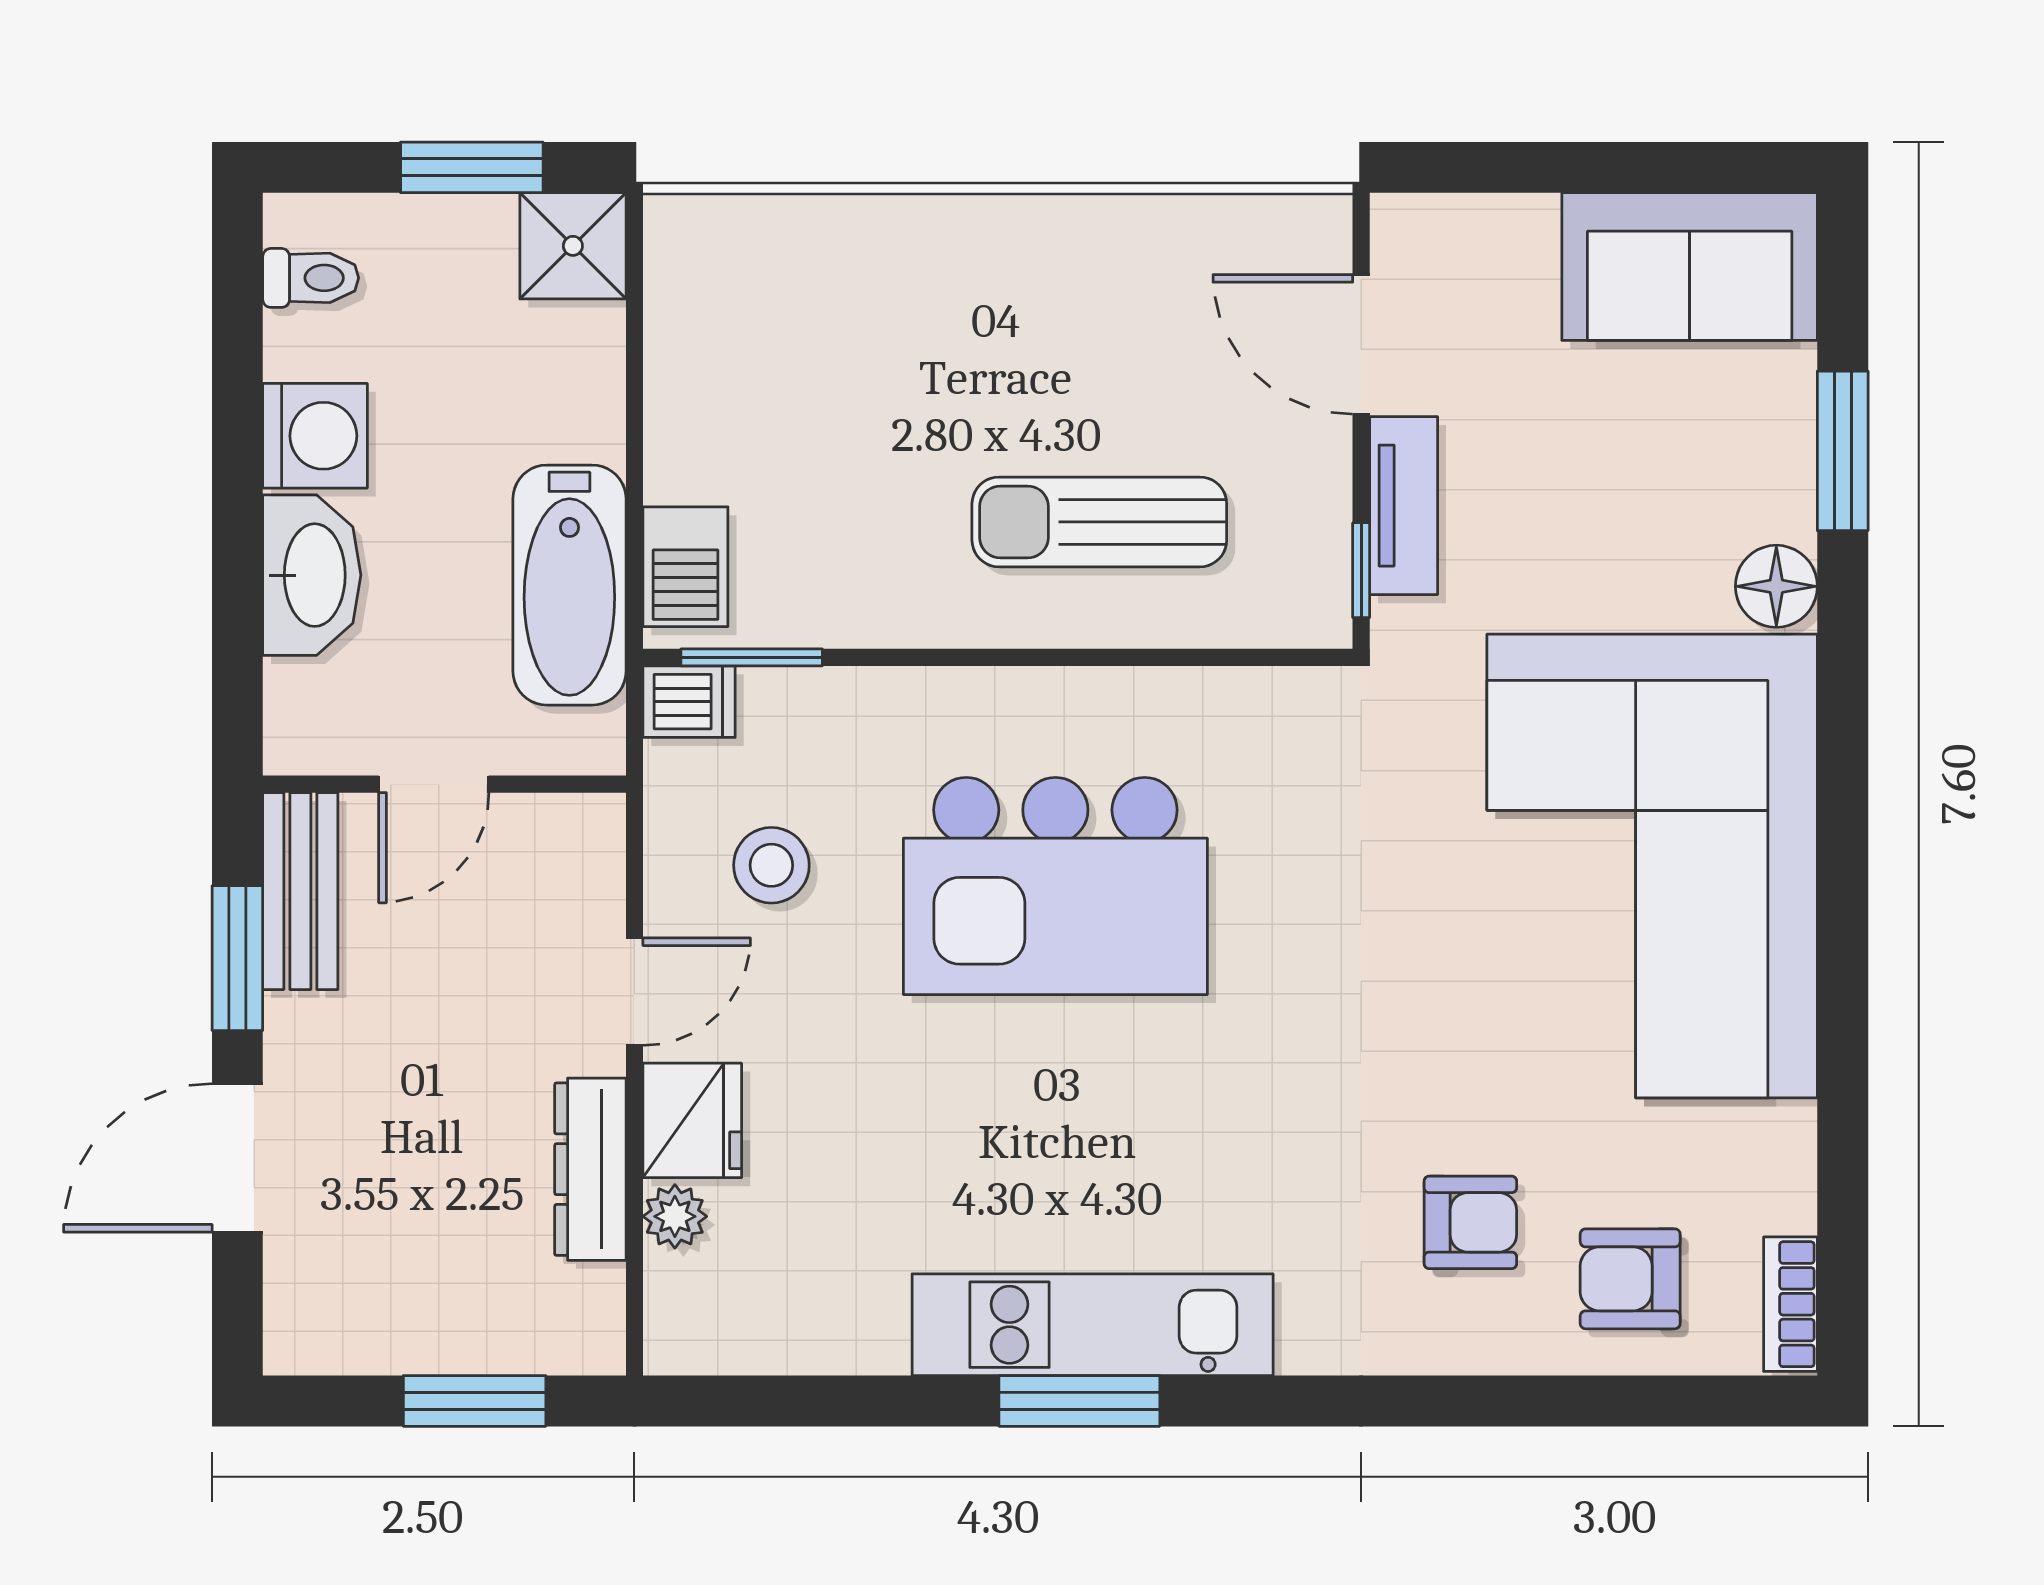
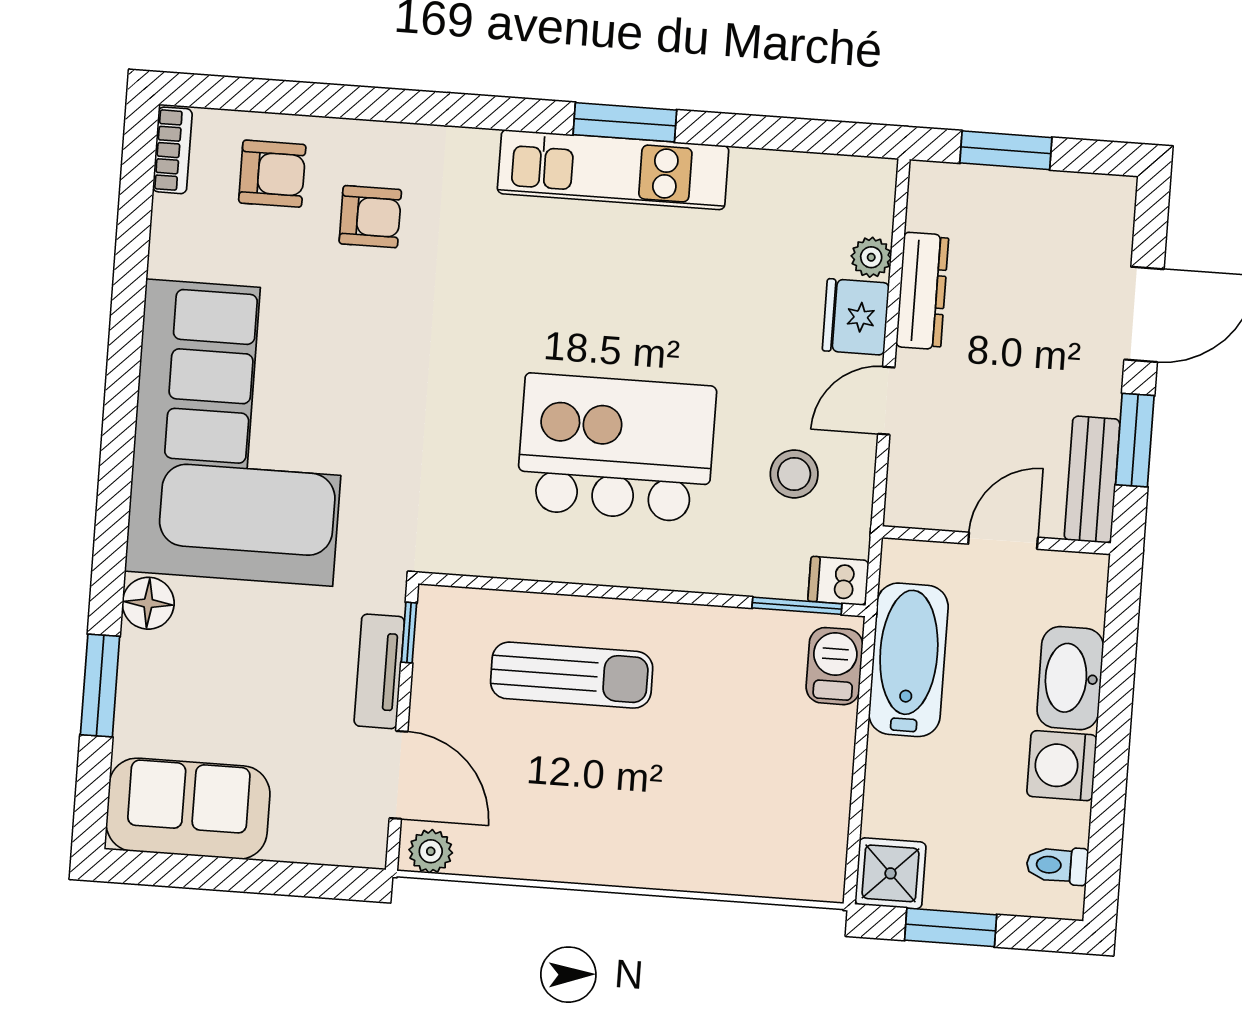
plant: (1301, 227) -> (431, 851), added
armchair: (1470, 1222) -> (370, 217), turned 180

